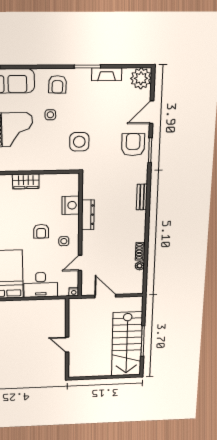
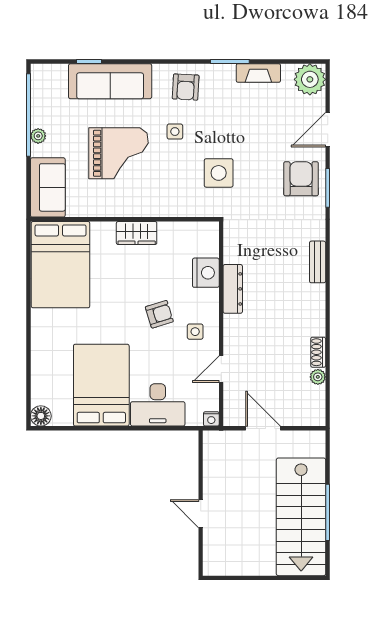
armchair: (41, 231) -> (159, 314), turned -107

